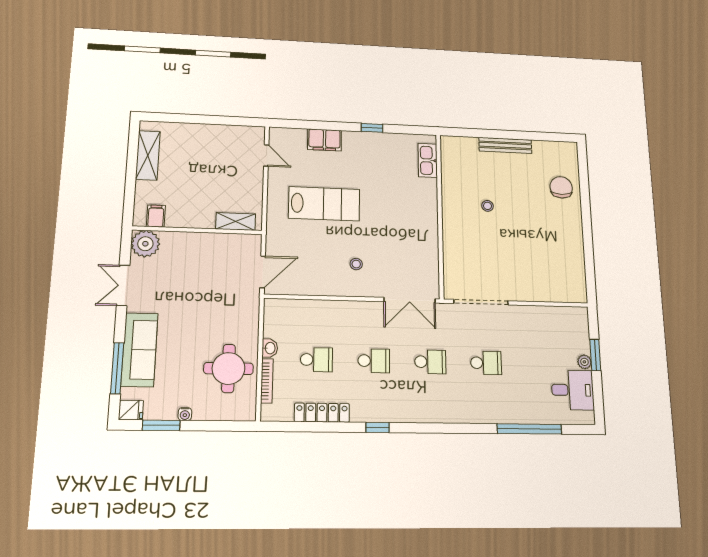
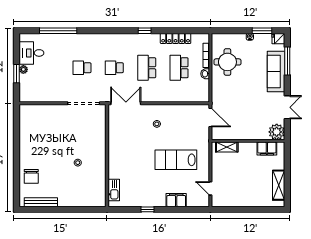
bench: (505, 145) -> (41, 202), moved
filing cabinet: (156, 216) -> (267, 149), width x2.00
door: (263, 272) -> (210, 118), swing flipped
school desk: (316, 360) -> (179, 68), width x1.85
school desk: (374, 361) -> (147, 68), width x1.85

